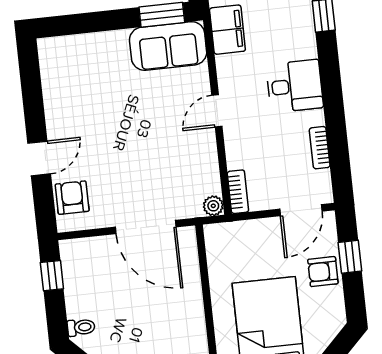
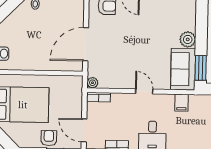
filing cabinet: (227, 30) -> (181, 103), width x0.50
plant: (113, 45) -> (188, 39), added

